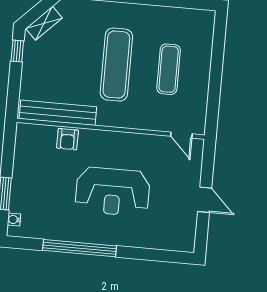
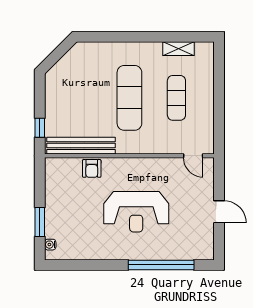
shelving: (44, 23) -> (179, 49), moved, turned 45
window: (17, 51) -> (40, 128), moved
window: (79, 248) -> (161, 265), moved

